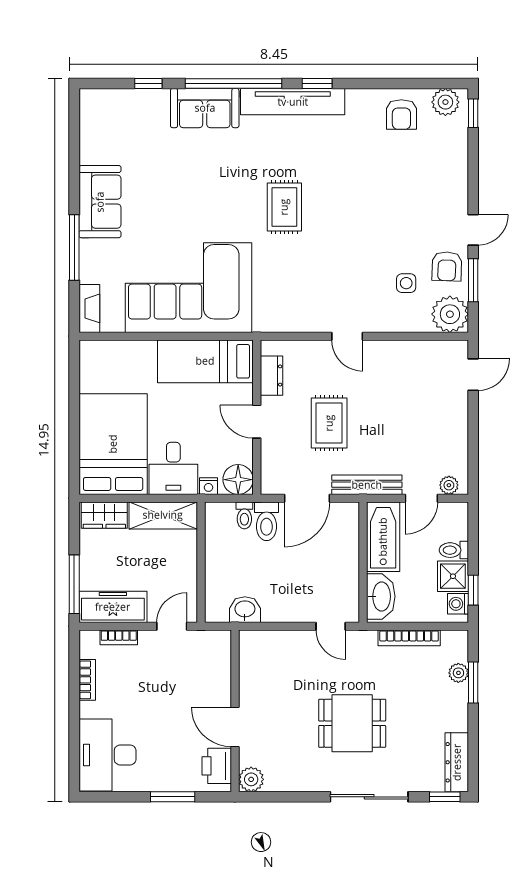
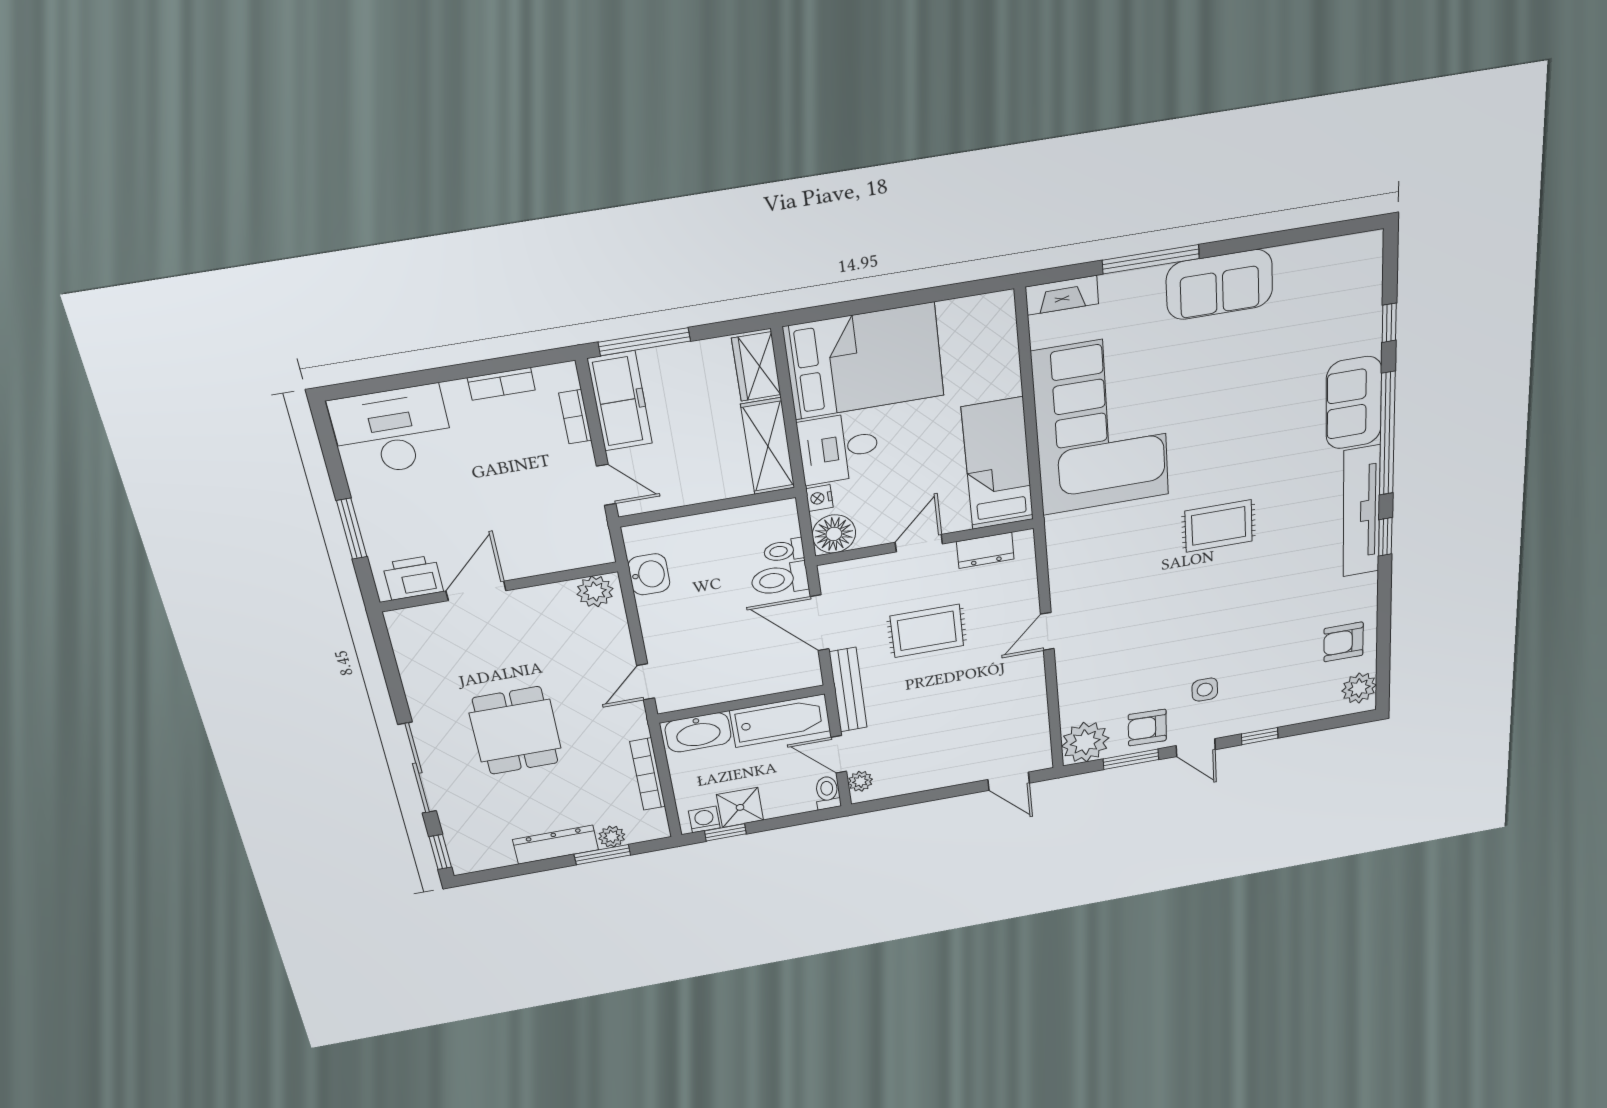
window: (473, 113) -> (1260, 736), moved
side table: (406, 283) -> (1205, 690), moved
toilet: (454, 550) -> (827, 793), moved
dresser: (457, 762) -> (556, 845), moved
plant: (251, 779) -> (595, 592), moved

